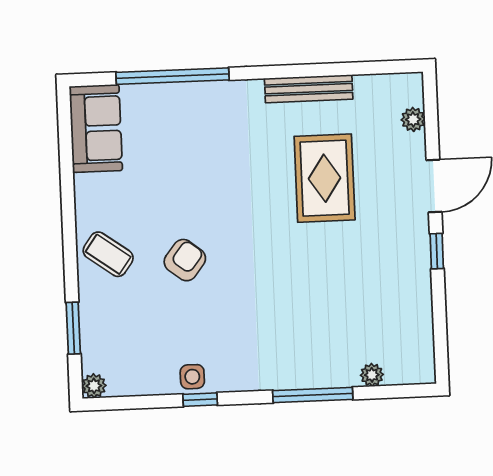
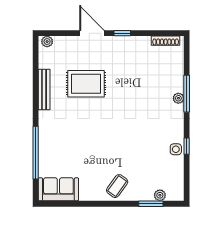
plant: (413, 119) -> (47, 42), moved
armchair: (185, 260) -> (121, 150), removed
shoe rack: (424, 345) -> (166, 41), added
plant: (372, 375) -> (178, 98), moved
plant: (94, 386) -> (160, 195), moved

